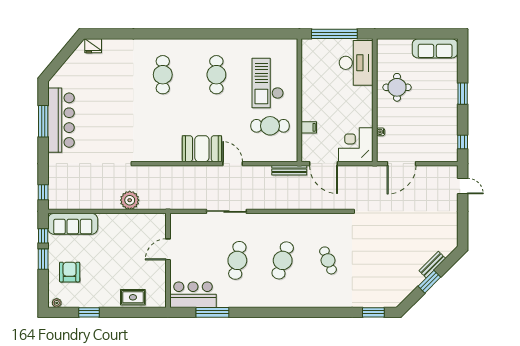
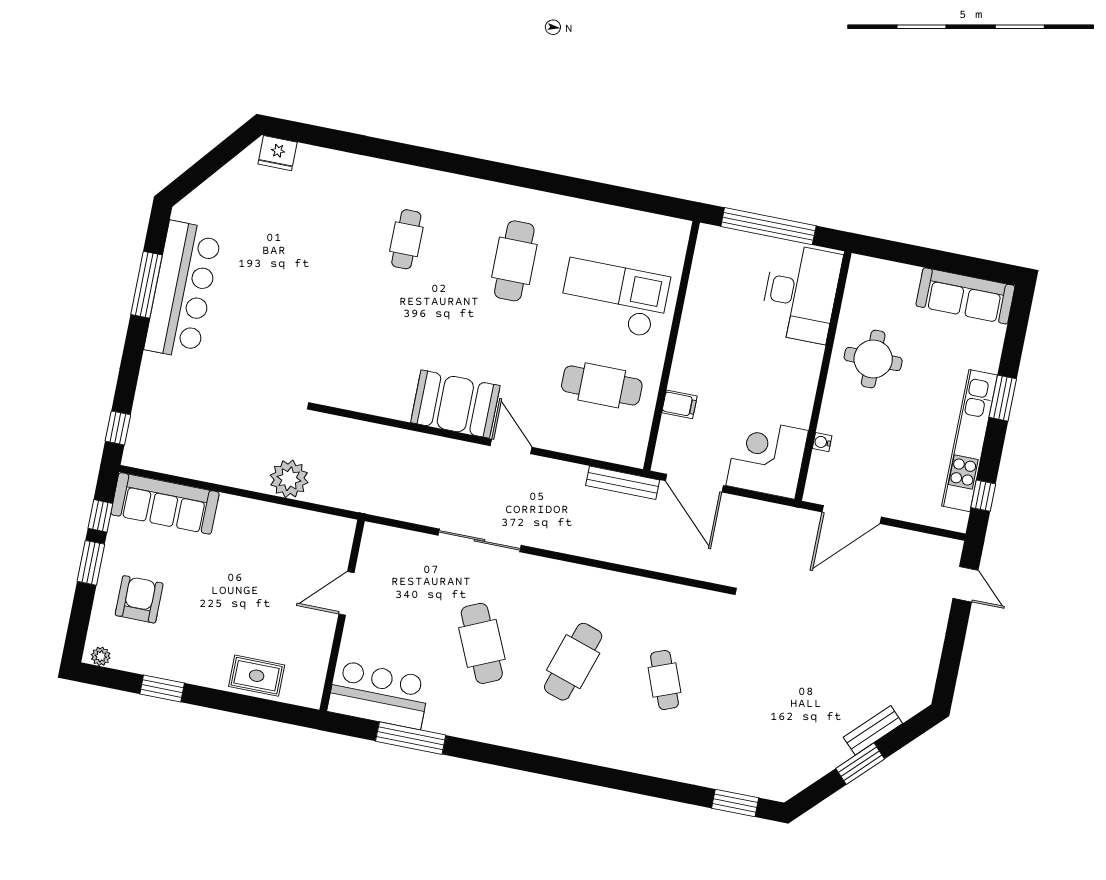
cafe table: (163, 75) -> (406, 239), width x0.73, depth x0.74
checkout: (268, 83) -> (614, 298), turned 90
kitchen unit: (451, 117) -> (970, 441), added
cafe table: (237, 260) -> (482, 643), turned -33

